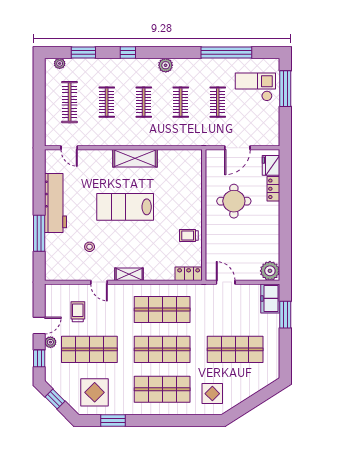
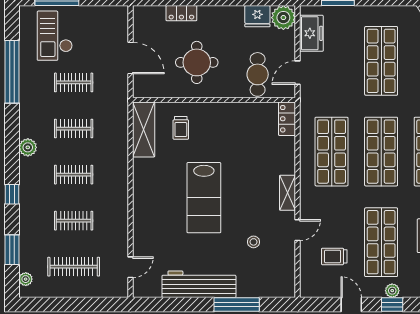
shelving: (135, 158) -> (144, 130), moved
fridge: (271, 165) -> (257, 16), moved
trolley: (189, 236) -> (181, 128), moved
cafe table: (224, 250) -> (258, 74), added
freezer: (270, 298) -> (311, 33), moved, turned -90
plant: (50, 342) -> (392, 291), moved

